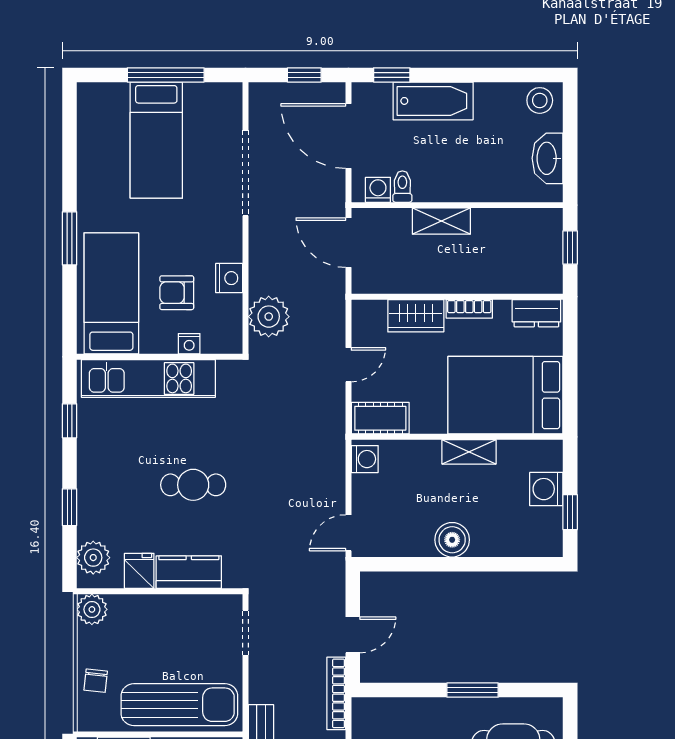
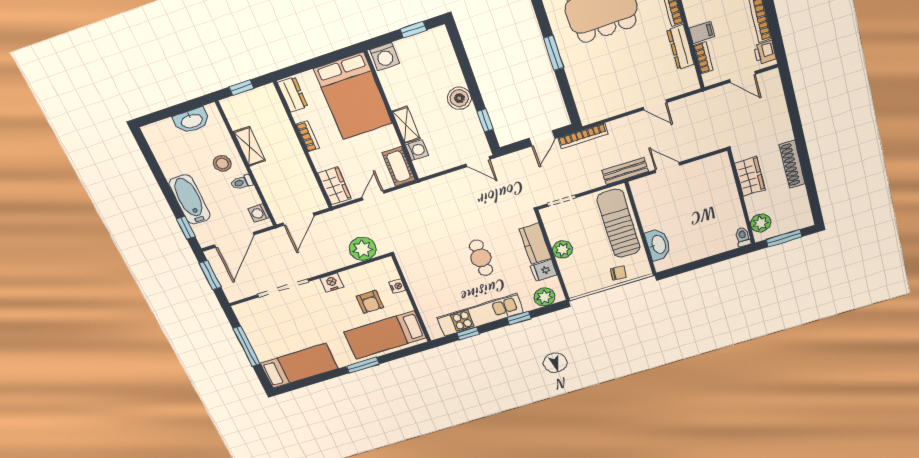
window: (304, 75) -> (210, 275), width x1.50
stool: (540, 100) -> (222, 163), moved
bed: (156, 140) -> (299, 366), moved
toilet: (402, 187) -> (242, 182), moved
shelving: (441, 221) -> (249, 146), moved
nightstand: (229, 278) -> (332, 283), moved
wardrobe: (416, 316) -> (334, 186), moved
door: (348, 365) -> (373, 195), hinge flipped
kitchen unit: (148, 378) -> (480, 315), moved, turned -90
shelving: (469, 452) -> (406, 125), moved
washing machine: (365, 459) -> (417, 150), moved, turned 90
washing machine: (546, 489) -> (385, 57), moved
window: (407, 564) -> (485, 120), added
plant: (92, 609) -> (562, 249), moved
door: (353, 635) -> (542, 138), swing flipped

